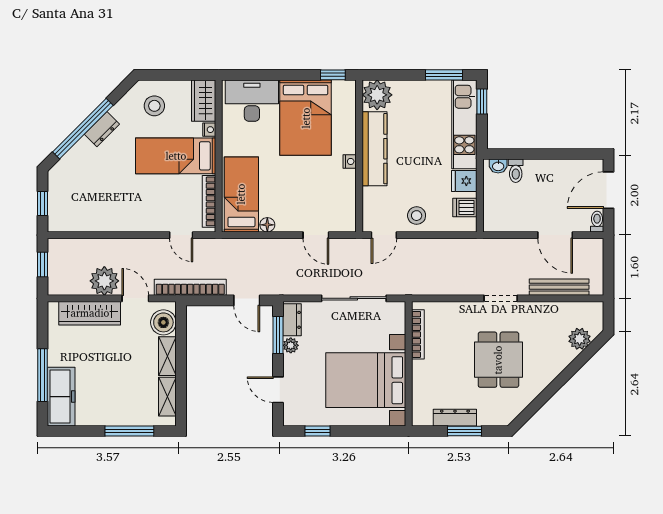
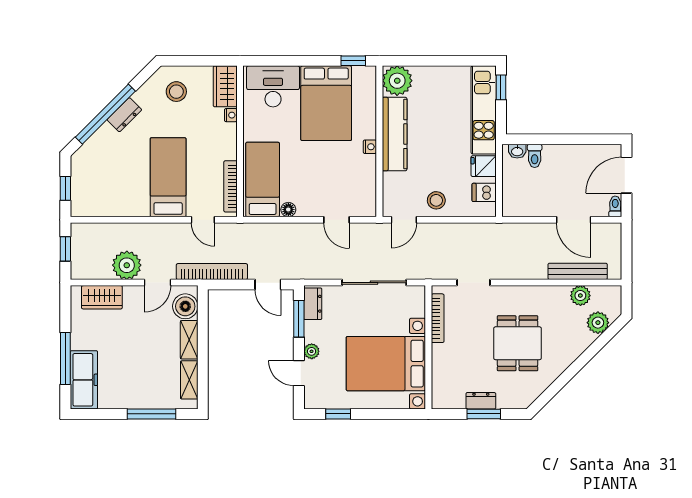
window: (444, 75) -> (463, 61), removed
bed: (176, 156) -> (168, 177), moved, turned 90
door: (135, 298) -> (157, 283), swing flipped
doorway: (501, 298) -> (474, 283), moved
plant: (562, 312) -> (580, 296), added
wardrobe: (90, 313) -> (102, 297), width x0.67
plant: (291, 345) -> (312, 351), moved
dresser: (455, 418) -> (481, 401), width x0.70

